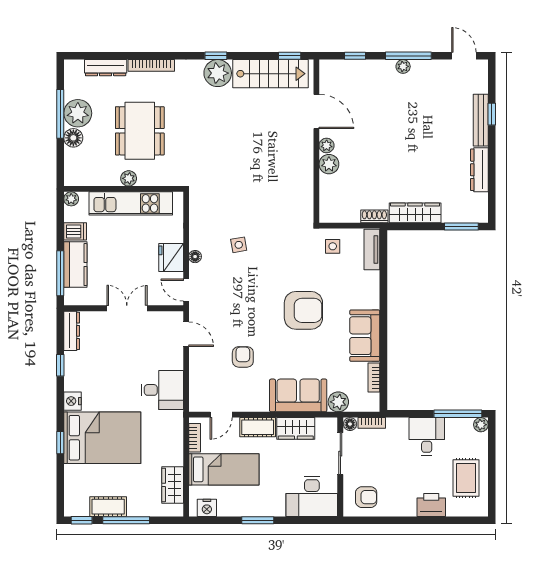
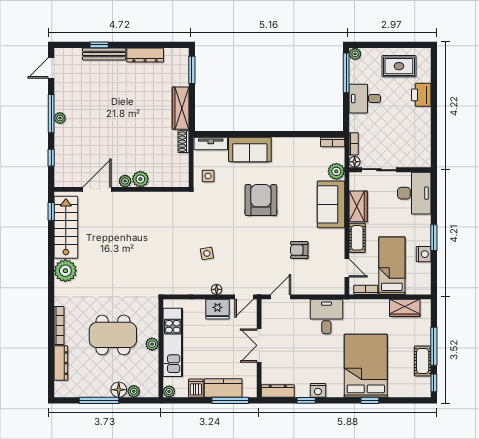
window: (216, 56) -> (51, 272), removed
plant: (78, 113) -> (134, 391), moved, width x0.53, depth x0.53
sofa: (365, 336) -> (250, 150), moved
bookcase: (374, 378) -> (333, 142), moved
nightstand: (72, 401) -> (318, 390), moved
armchair: (366, 497) -> (415, 148), removed
nightstand: (207, 508) -> (424, 254), moved

